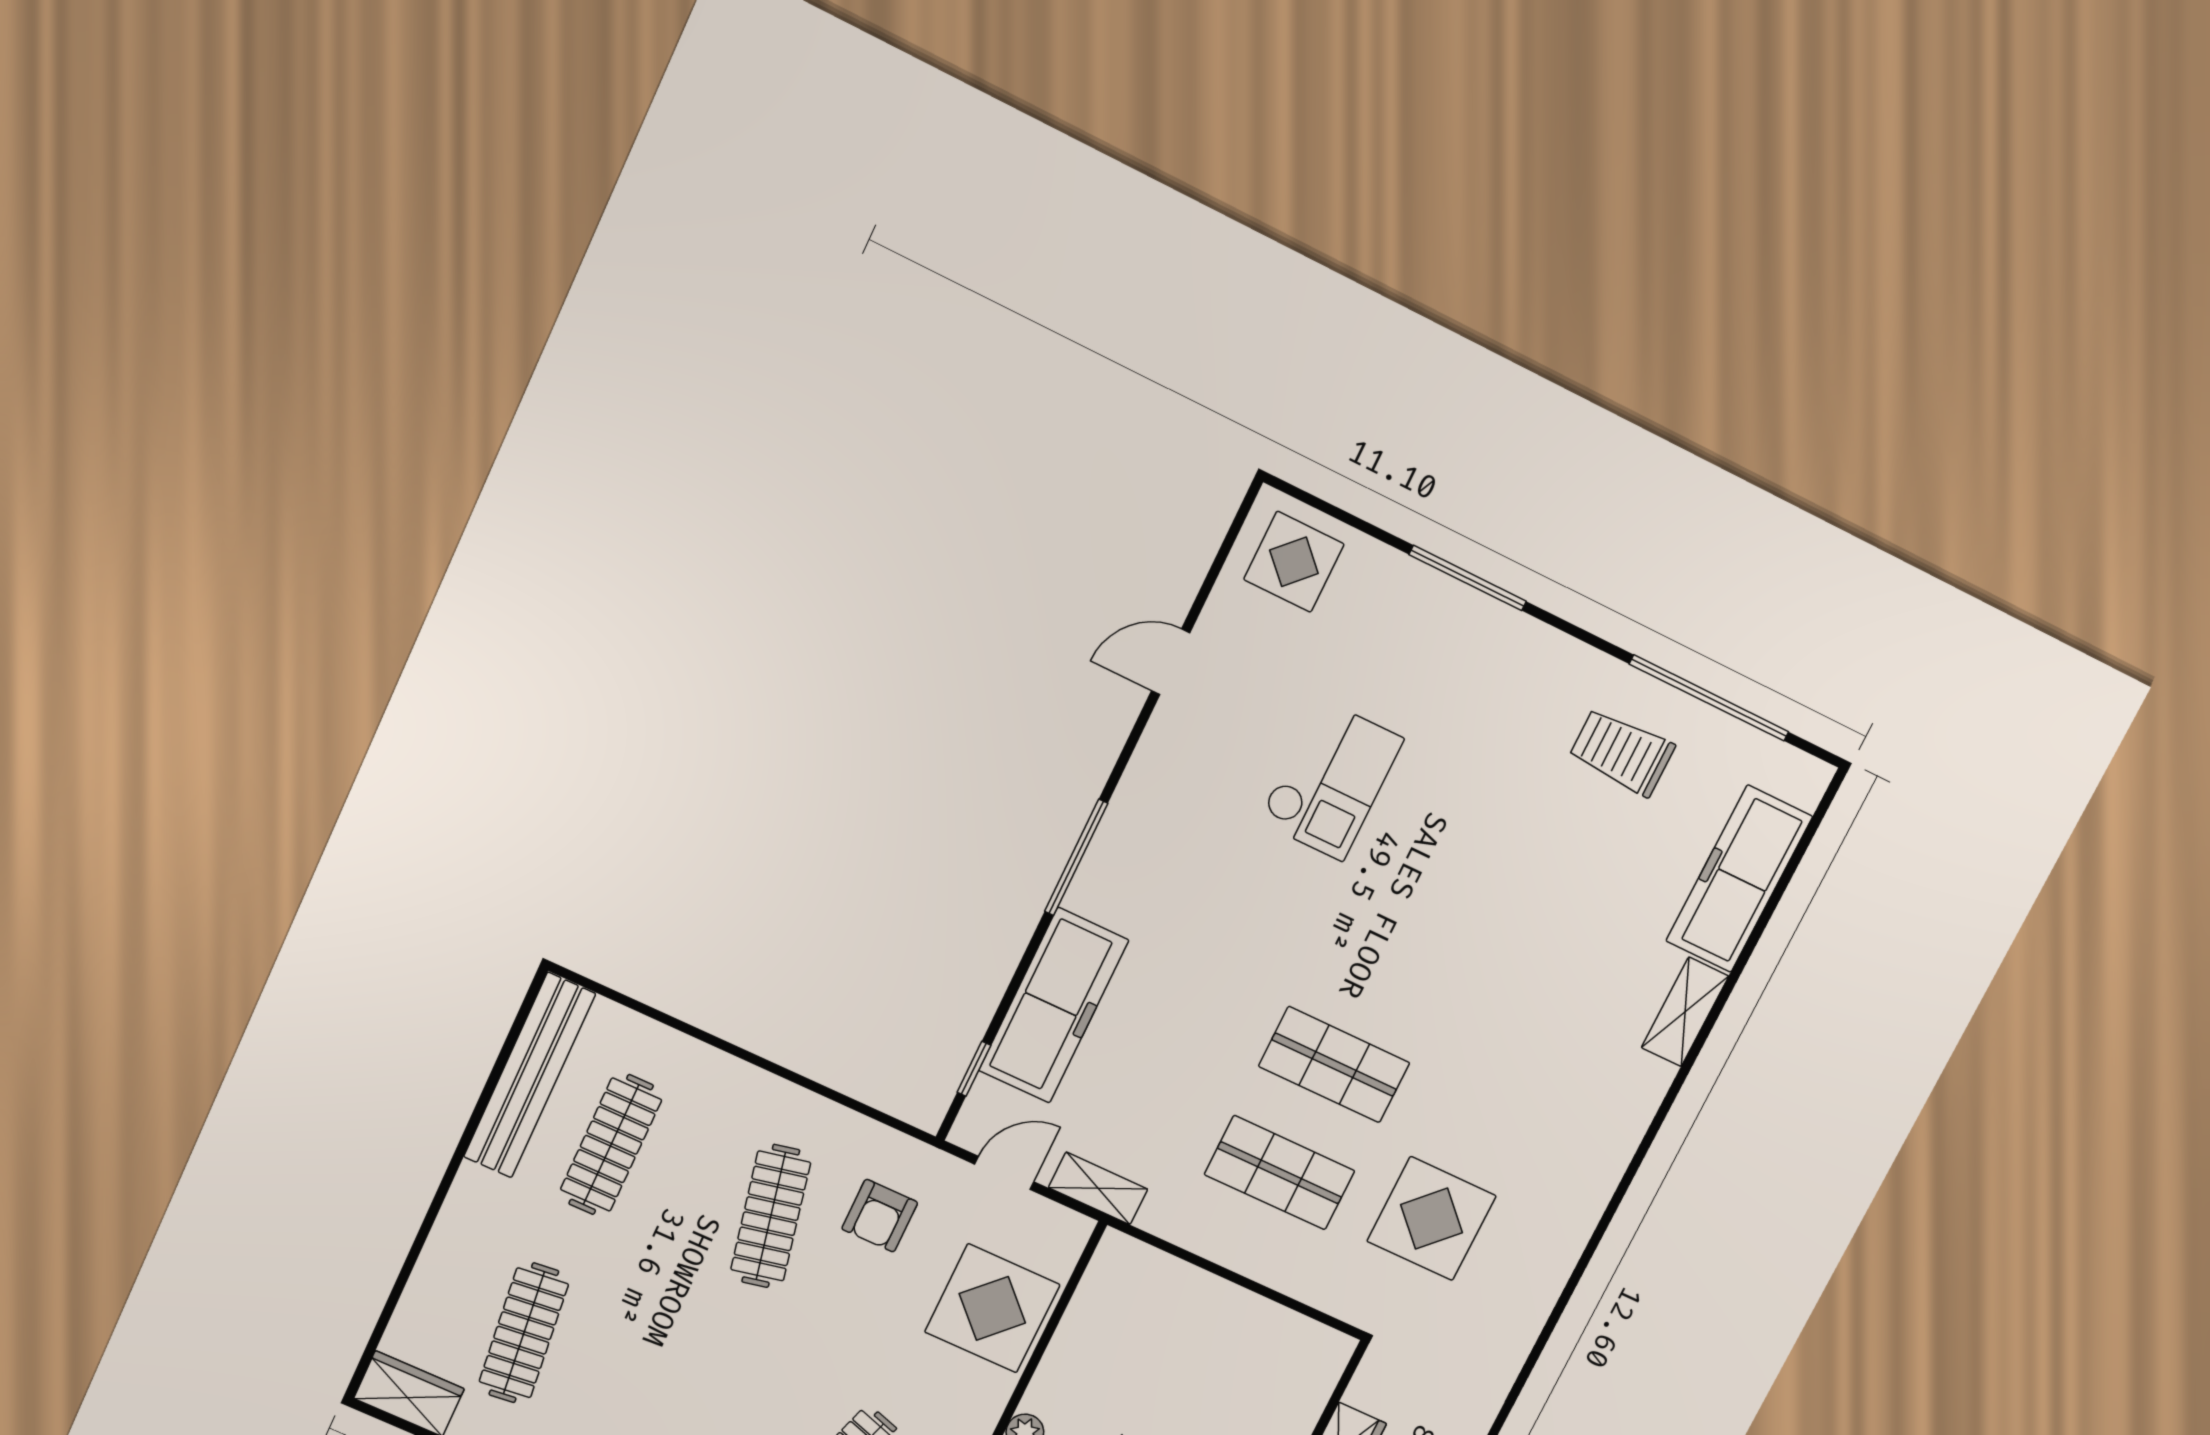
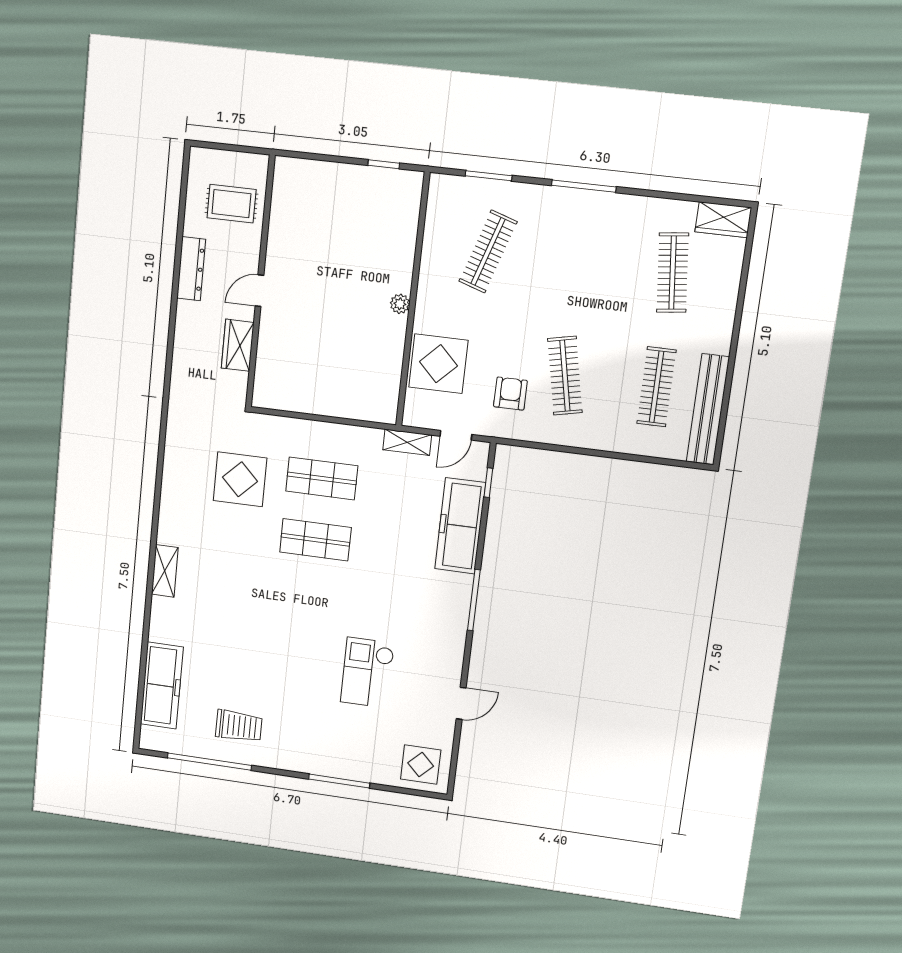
shelving: (1685, 1012) -> (165, 571), moved

